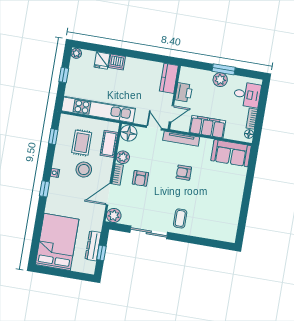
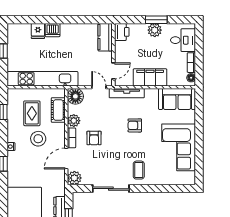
plant: (76, 53) -> (12, 28), removed
printer: (184, 92) -> (122, 32), moved
corner sofa: (224, 202) -> (179, 147), added

